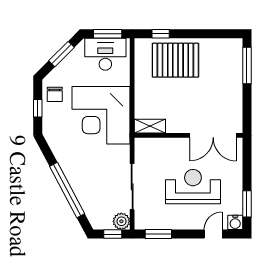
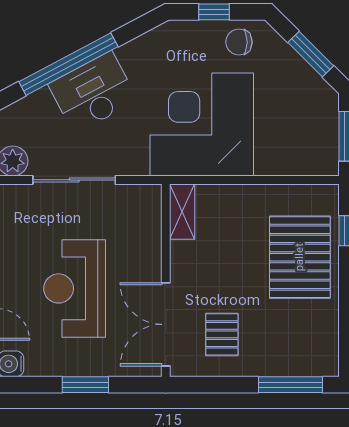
desk: (105, 54) -> (93, 92), moved, turned -118
pallet: (219, 104) -> (222, 334), added
reception desk: (193, 187) -> (75, 288), turned 180
window: (247, 204) -> (85, 385), moved

